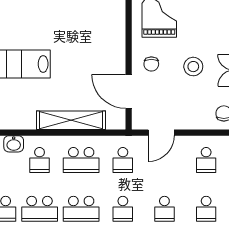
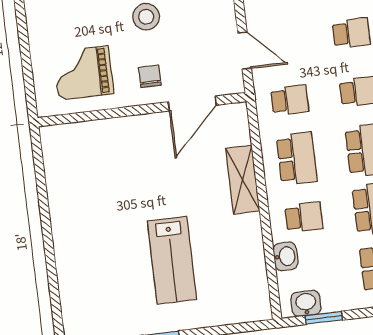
chair: (151, 64) -> (150, 76), turned -90
shelving: (71, 120) -> (243, 180), width x0.68

